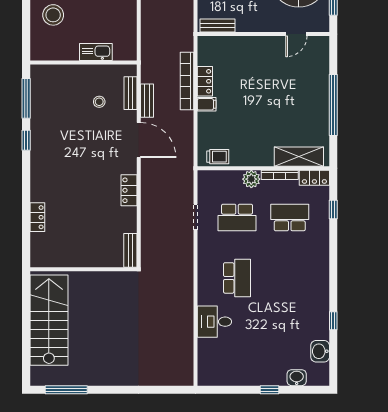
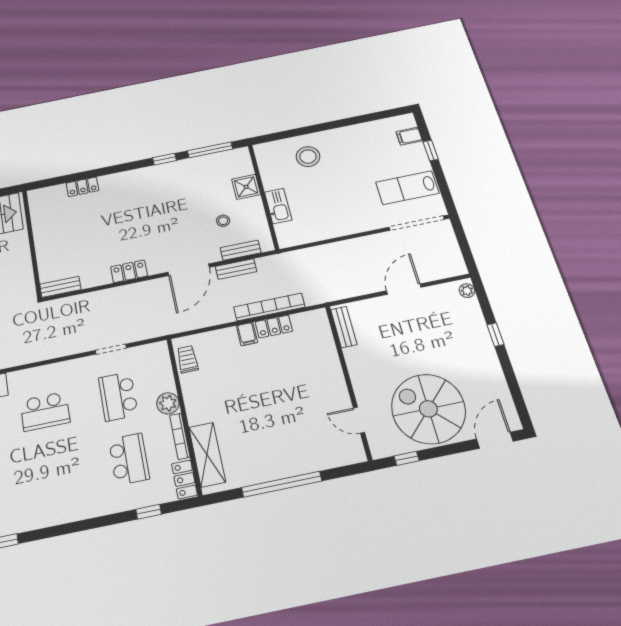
shower: (71, 75) -> (246, 187), added
trolley: (218, 157) -> (187, 359), turned 180

